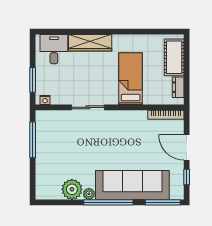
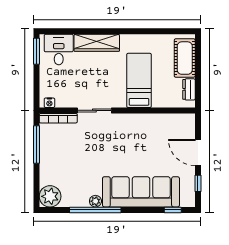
window: (33, 80) -> (36, 51), moved
bookcase: (166, 115) -> (58, 118), moved
plant: (72, 189) -> (50, 196), moved
window: (108, 202) -> (95, 210), moved
window: (163, 202) -> (173, 210), width x0.46

